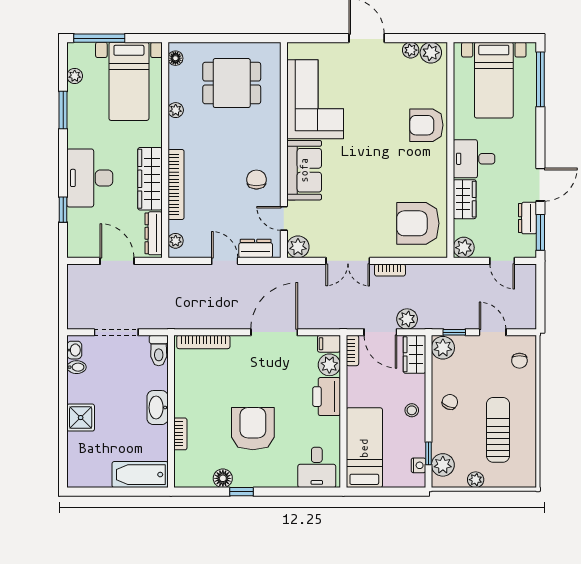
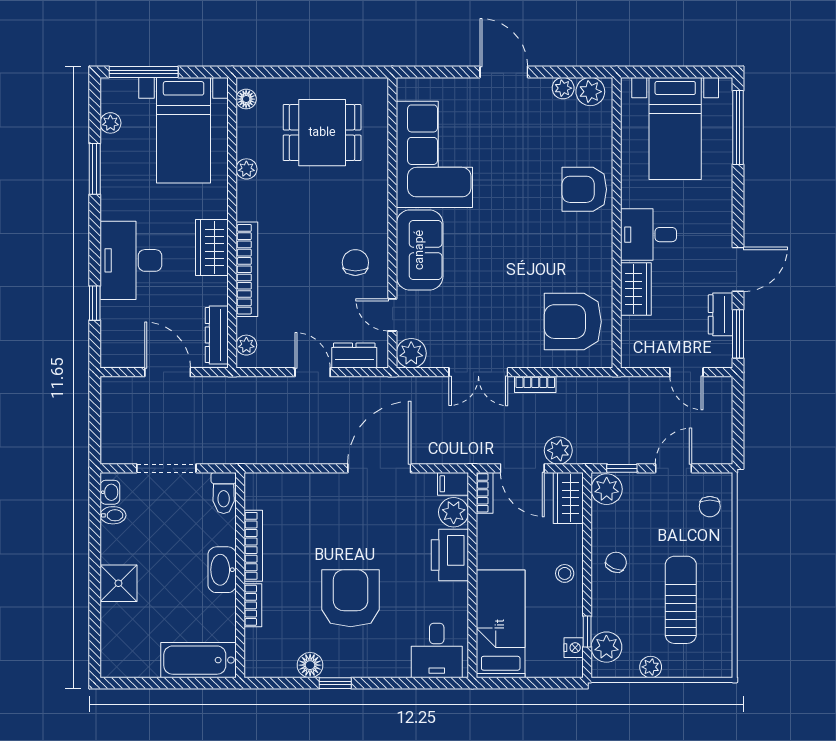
wardrobe: (150, 179) -> (212, 247), width x0.67
plant: (464, 248) -> (635, 354), removed
door: (493, 332) -> (673, 468), hinge flipped
bookcase: (203, 342) -> (253, 546), moved, turned -90

